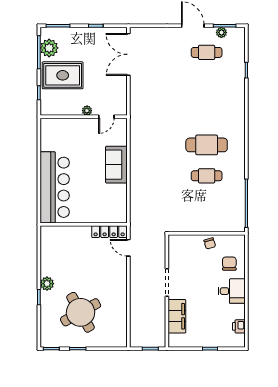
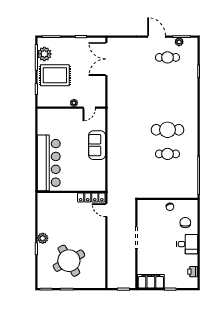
filing cabinet: (177, 316) -> (151, 281), moved, turned -90

